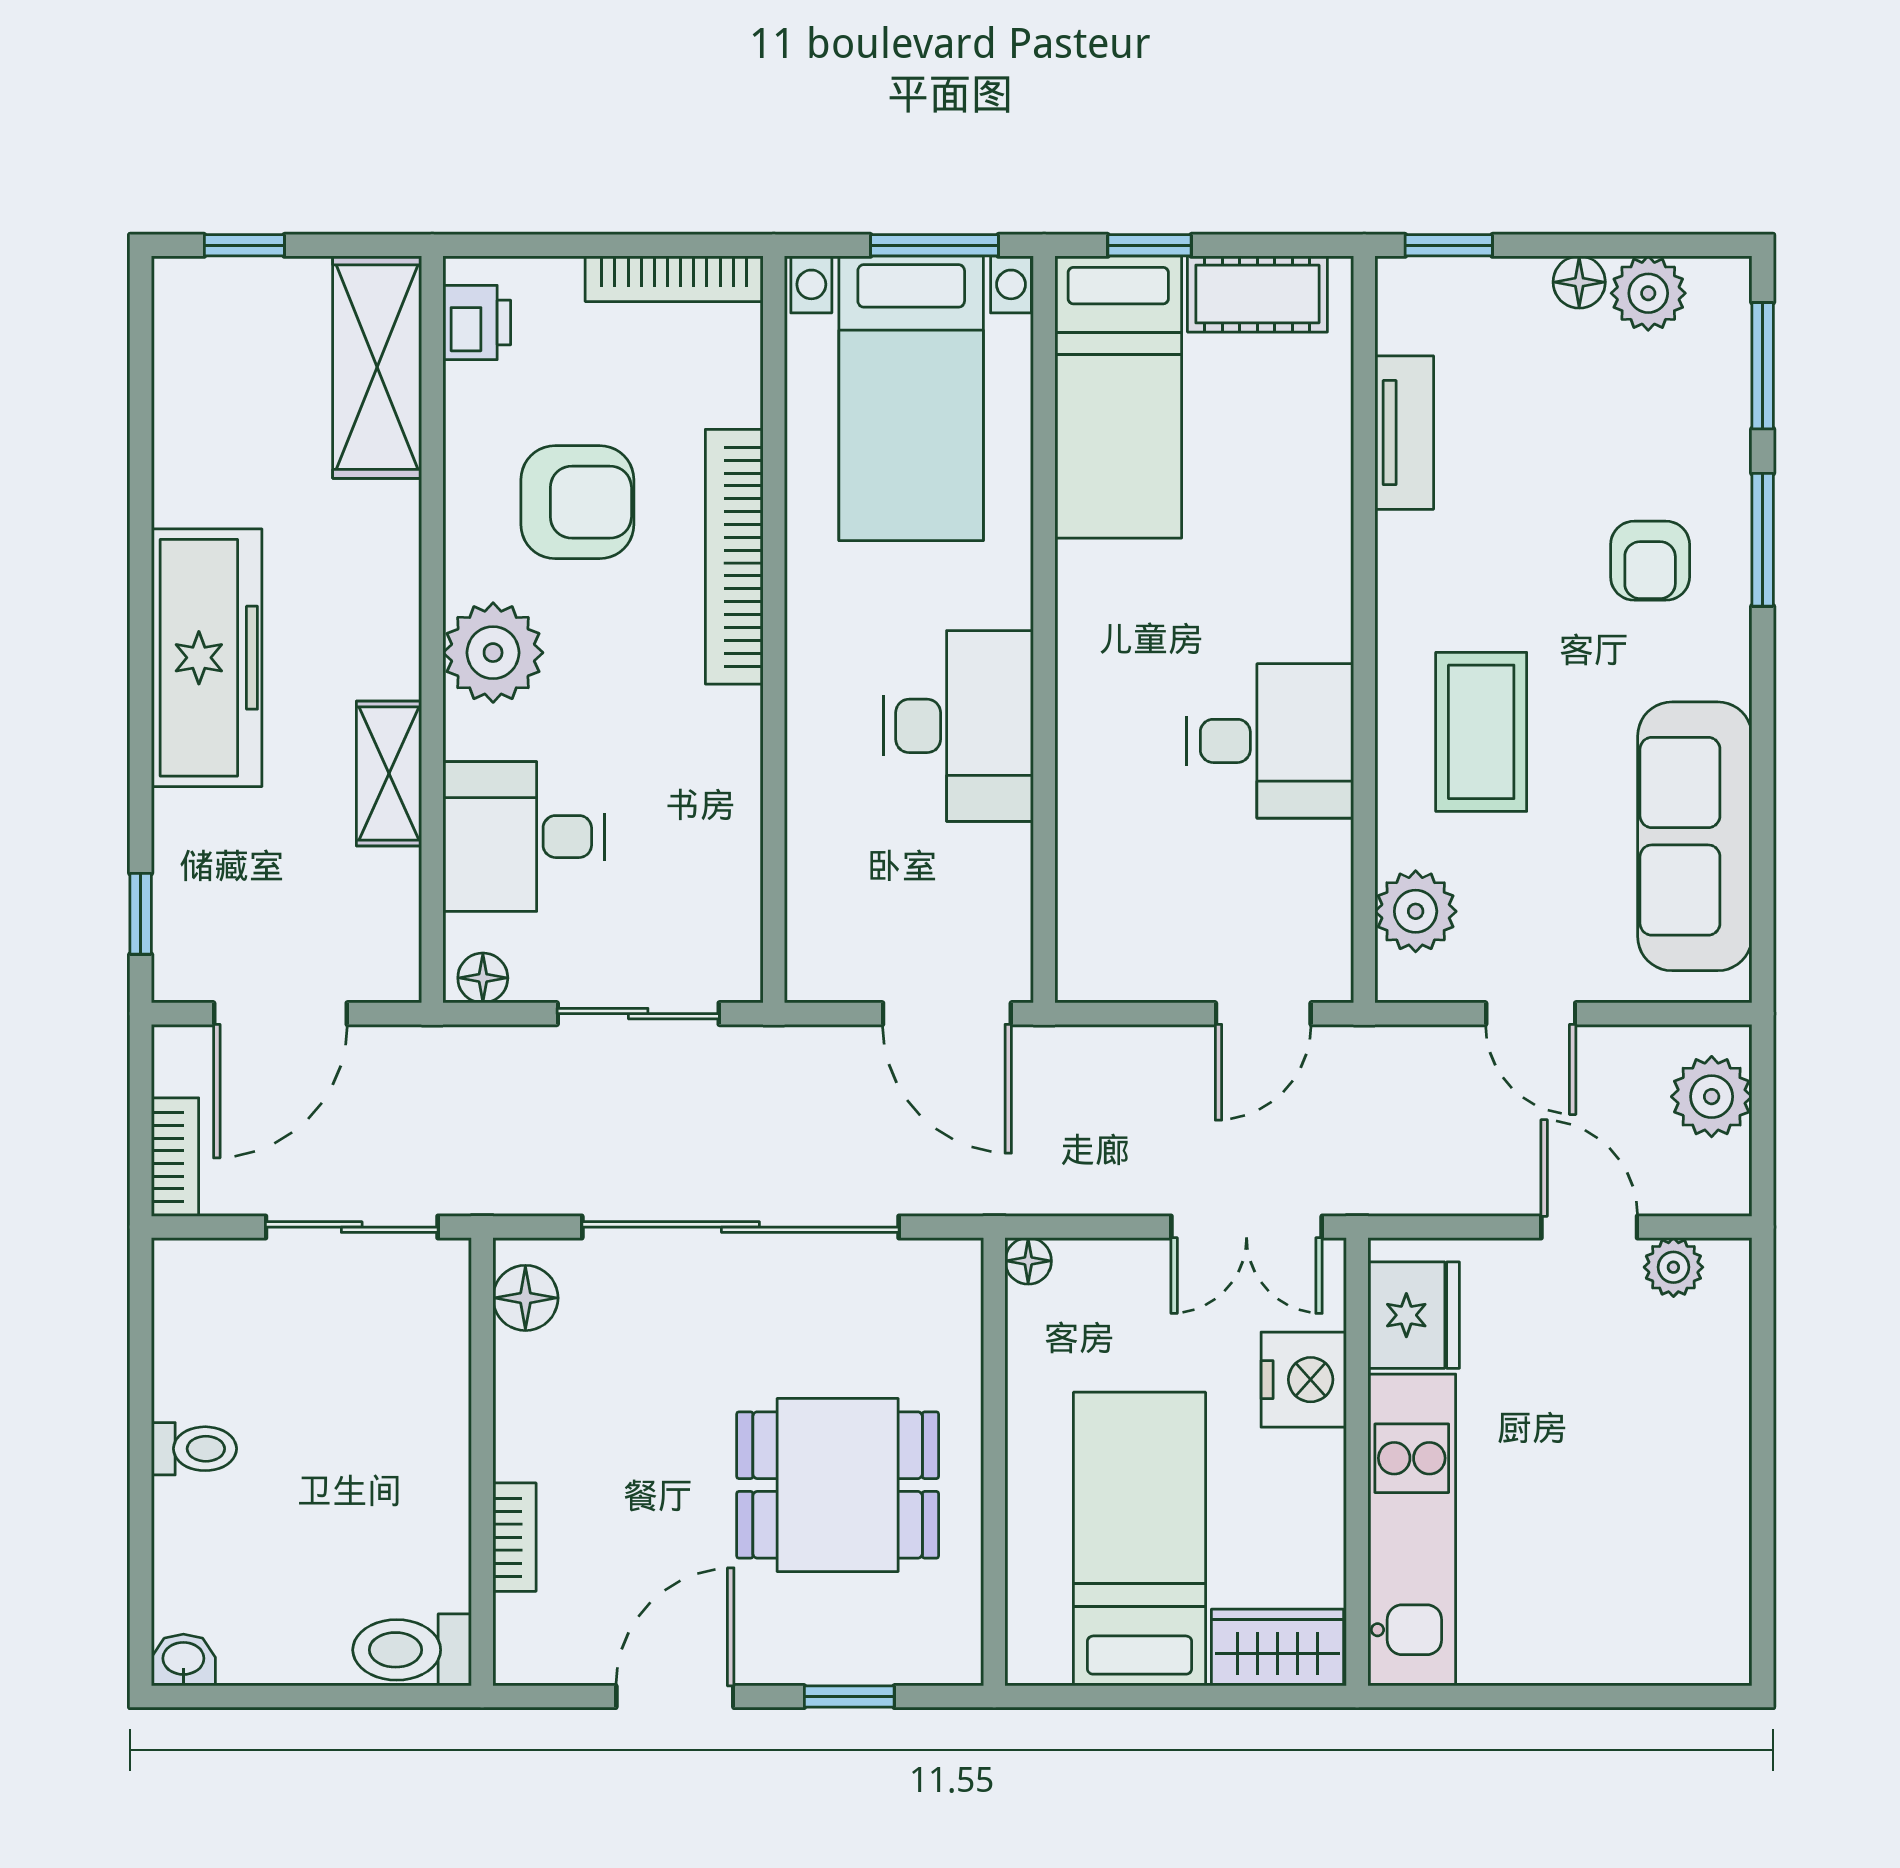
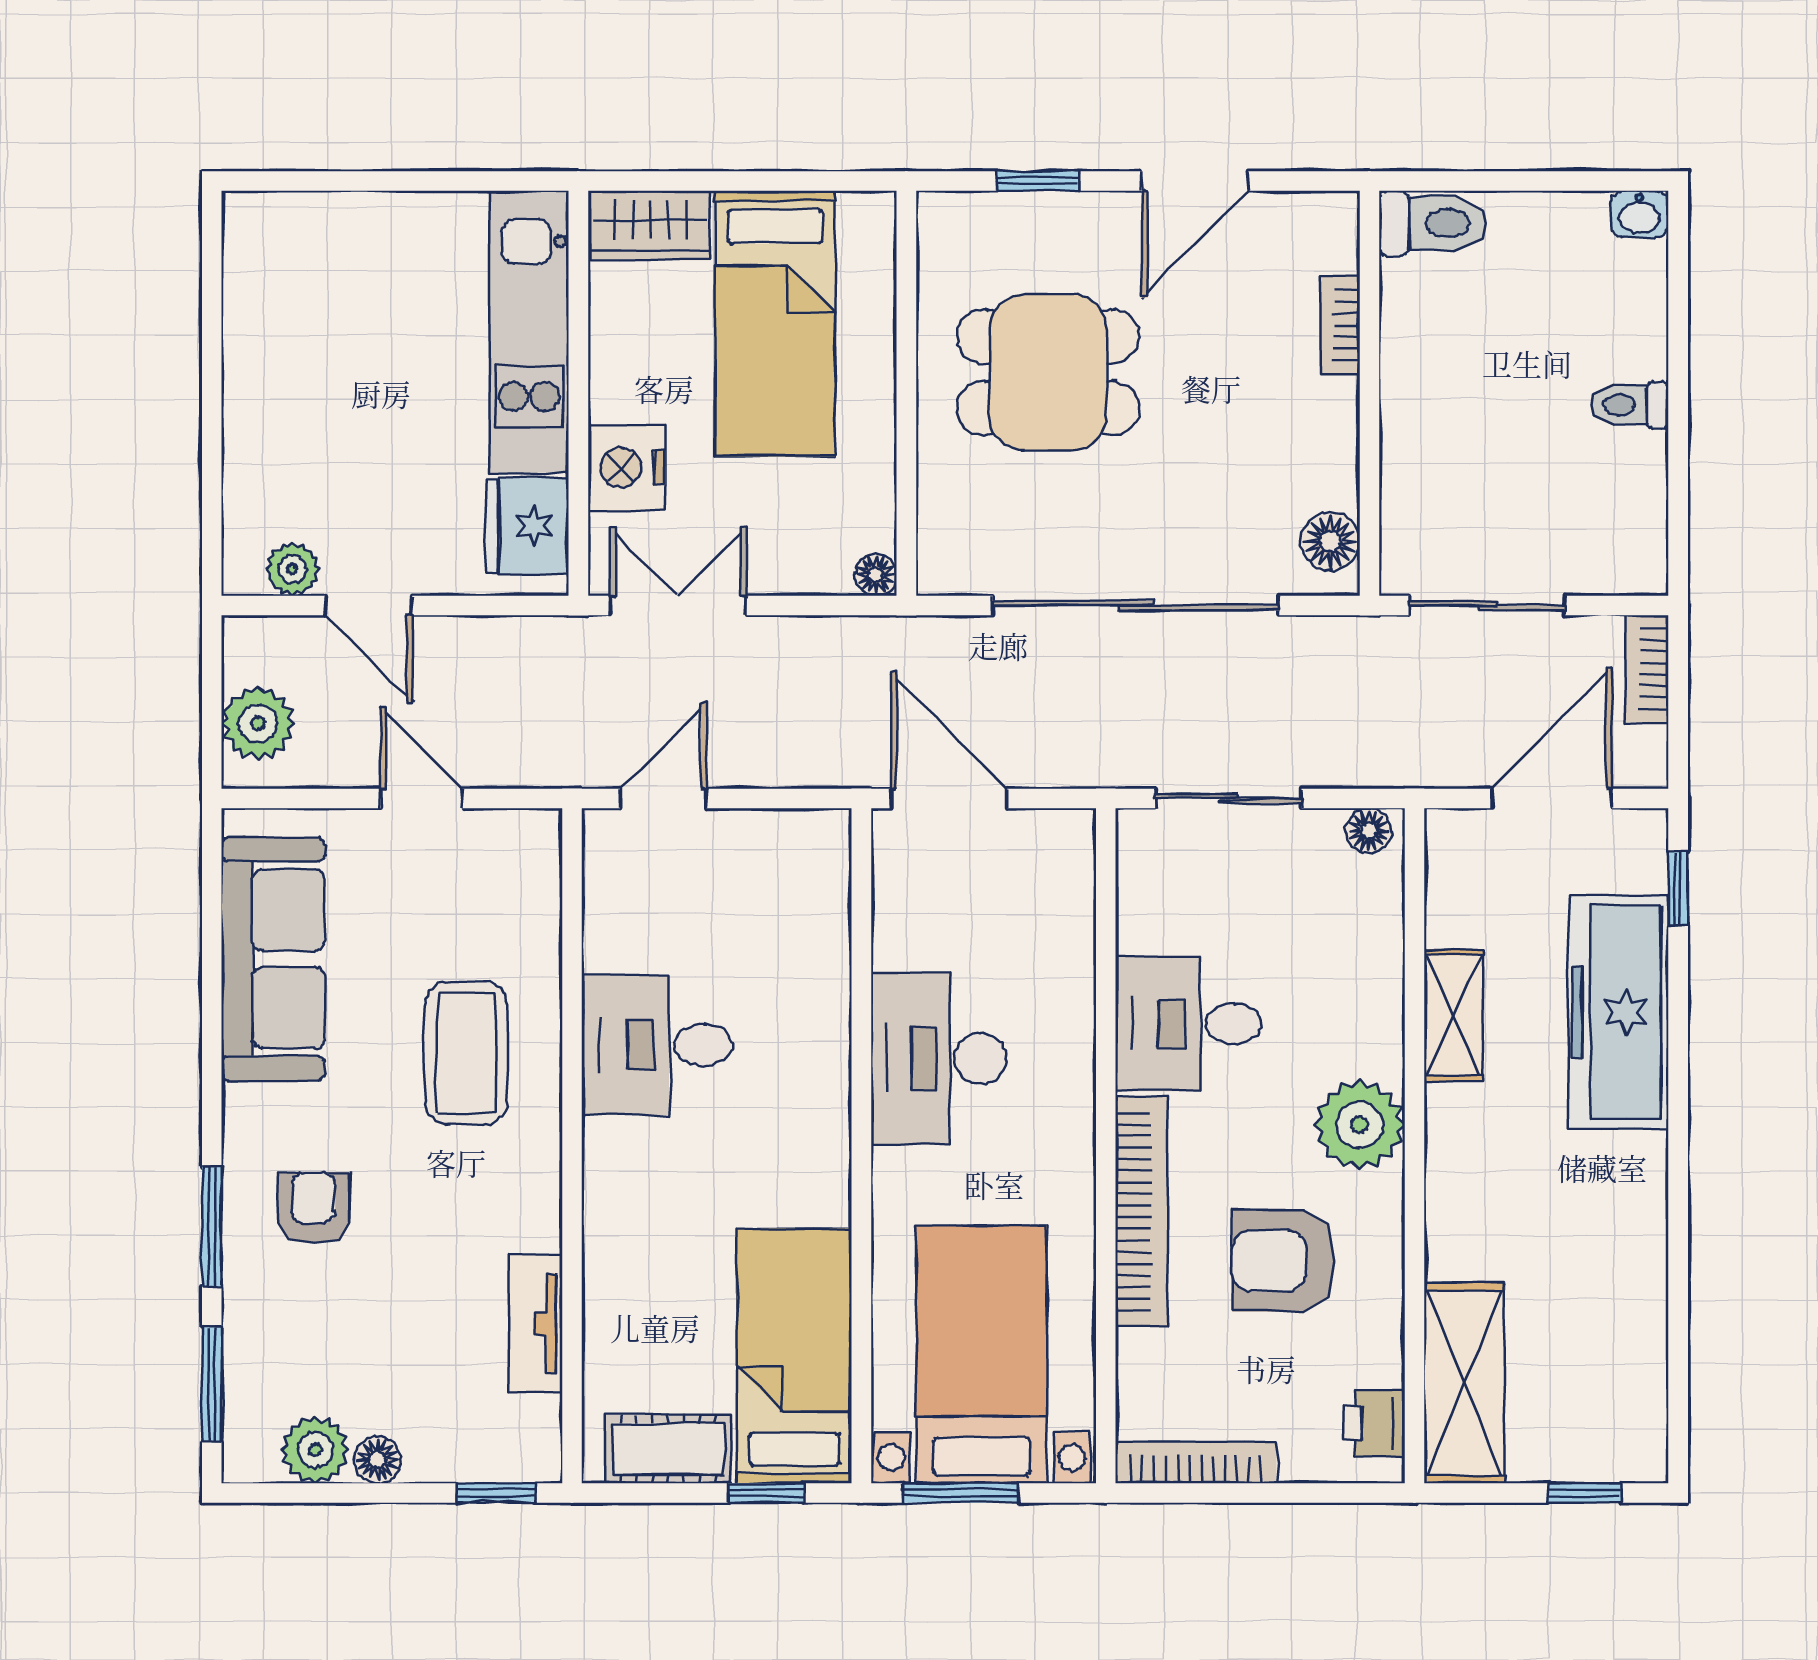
freezer: (207, 658) -> (1618, 1012), moved
desk: (524, 837) -> (1188, 1024), moved, turned 180
plant: (1416, 911) -> (526, 891), removed

